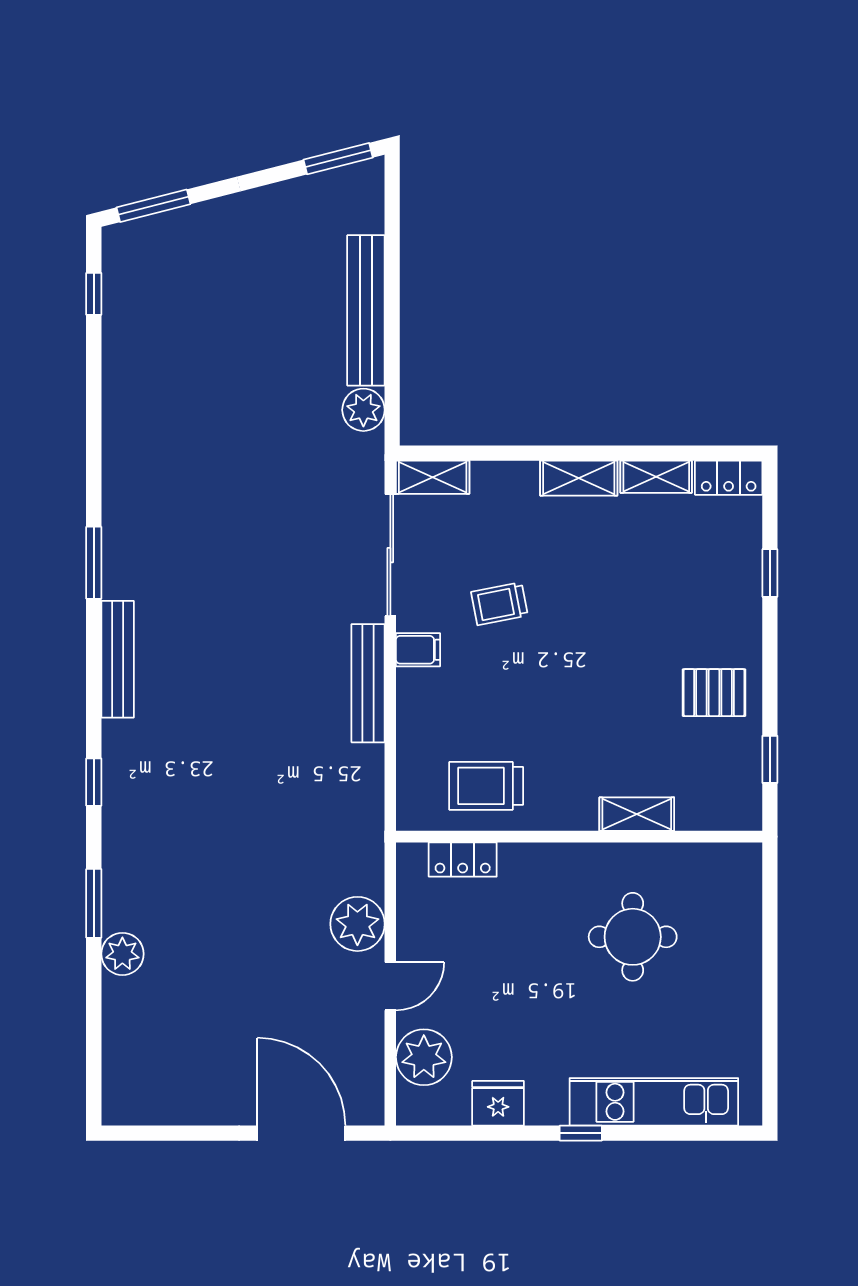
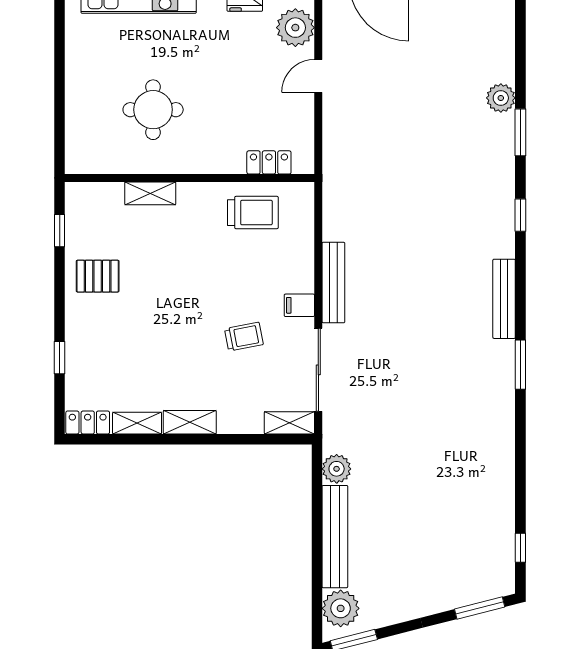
plant: (357, 924) -> (341, 608), moved

